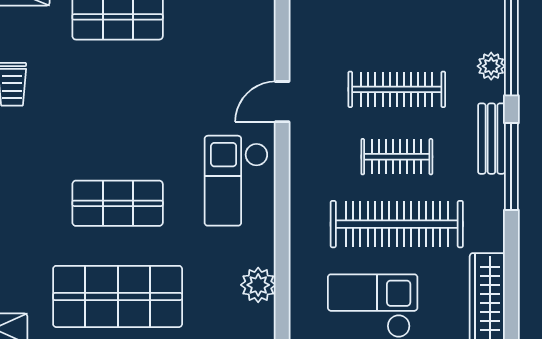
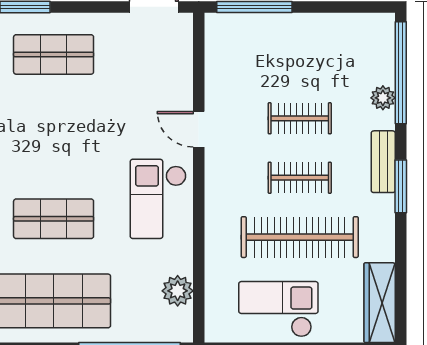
clothes rail: (397, 89) -> (300, 118), width x0.73
door: (282, 102) -> (199, 129), hinge flipped
window: (511, 167) -> (401, 186), width x0.69

